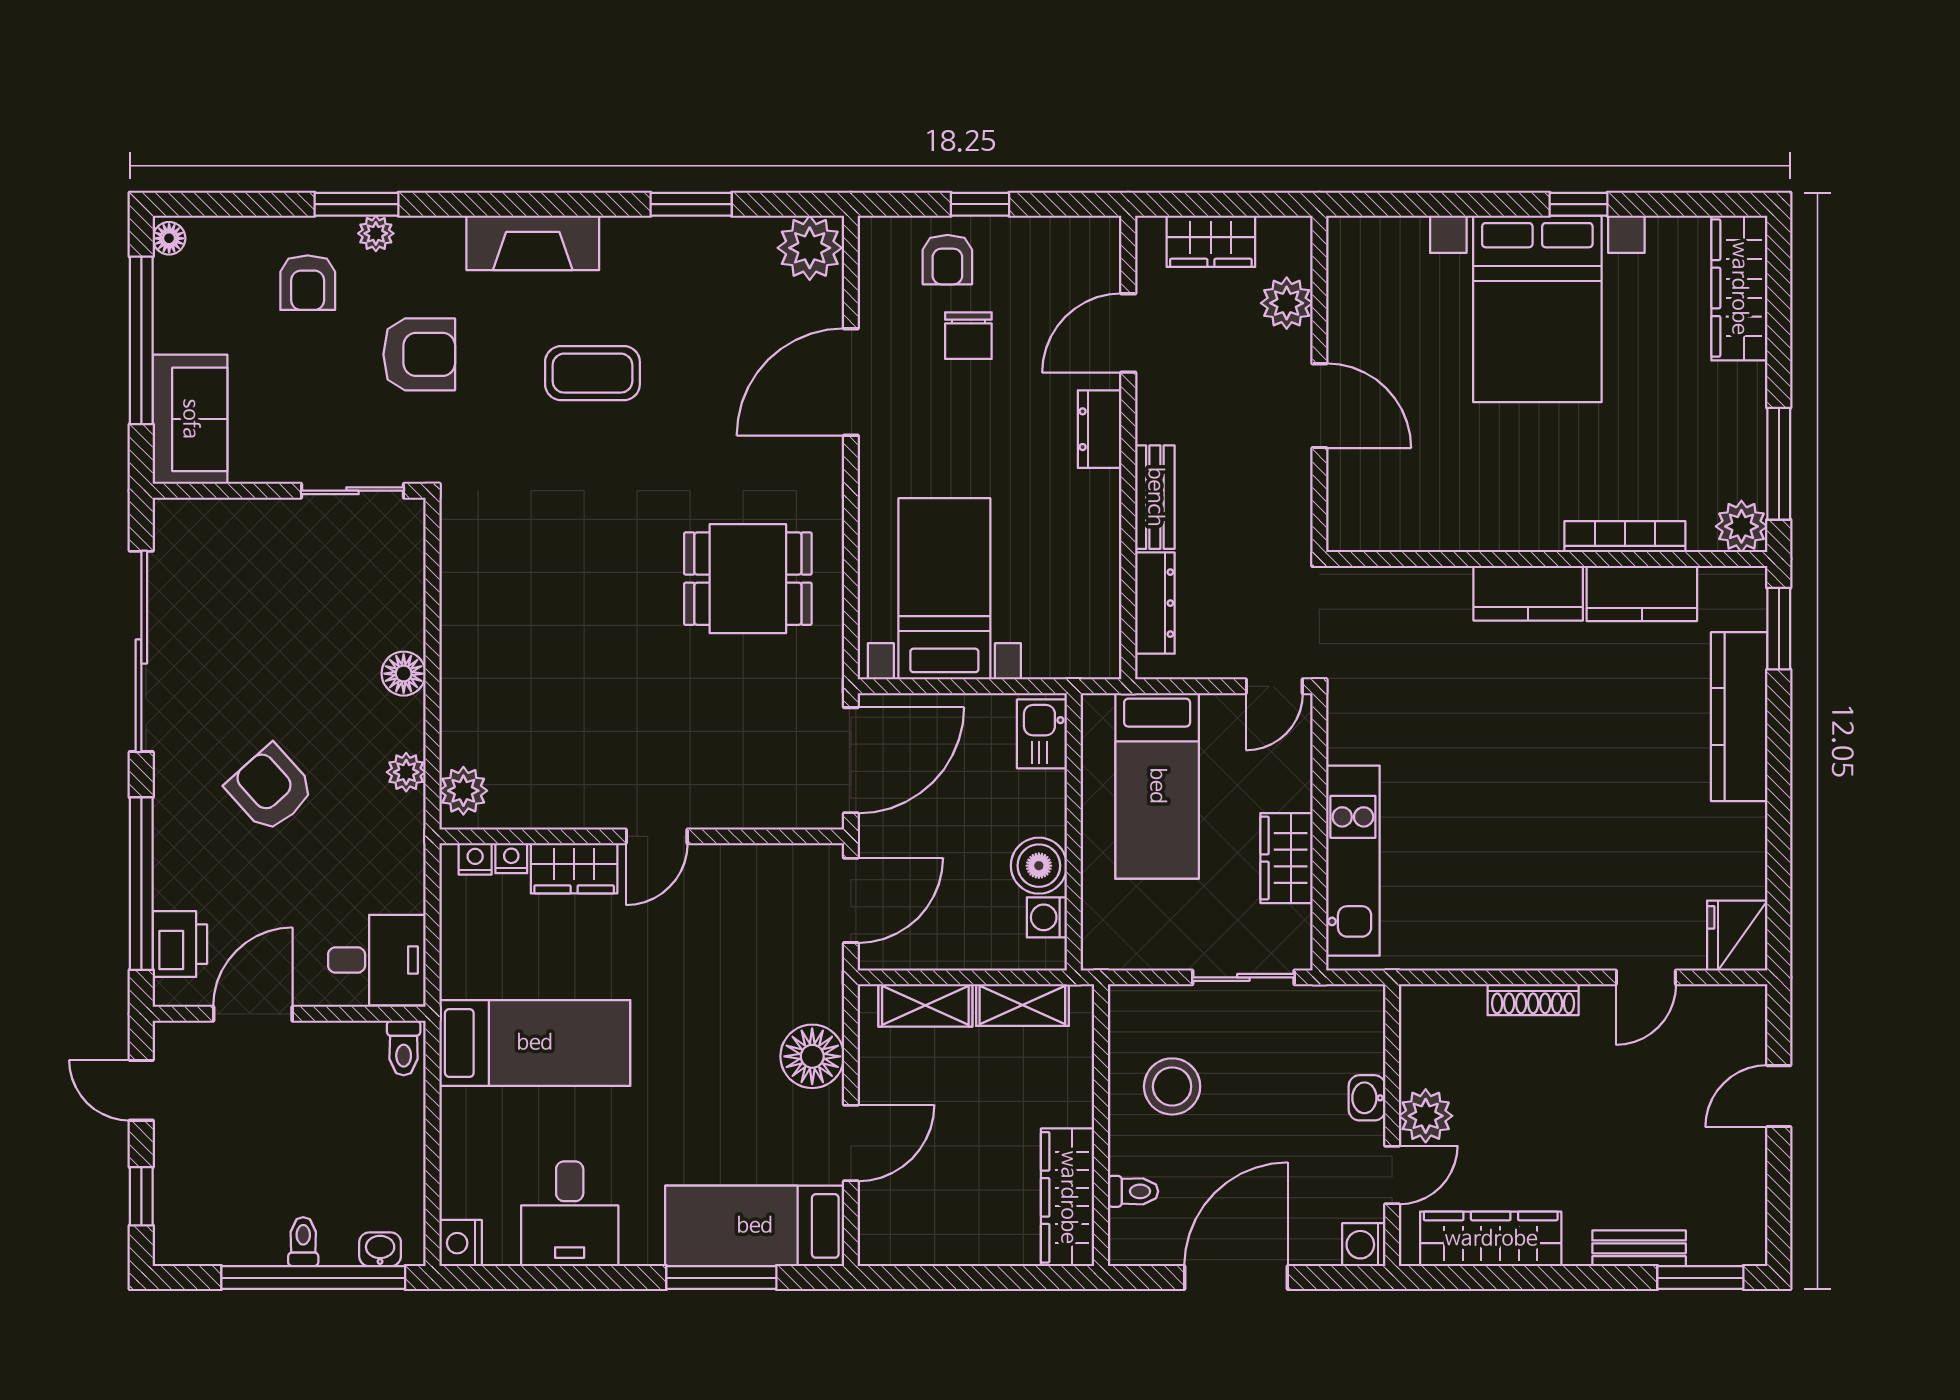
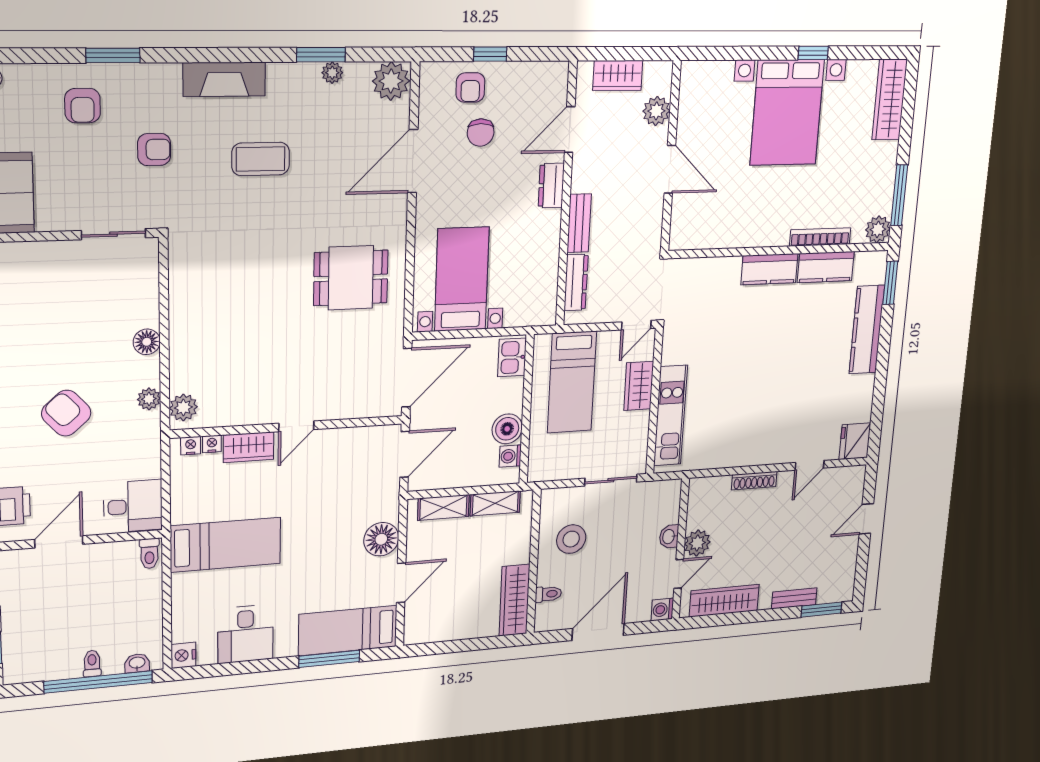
plant: (376, 233) -> (332, 73), moved
armchair: (419, 354) -> (154, 150), width x0.72, depth x0.72
wardrobe: (1286, 858) -> (639, 386), moved

